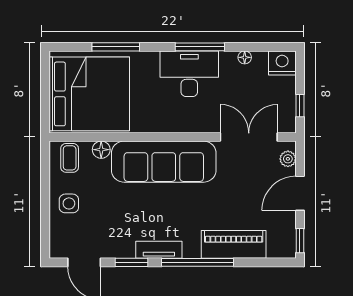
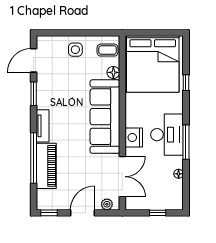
window: (116, 47) -> (186, 83), width x0.46
nightstand: (282, 63) -> (134, 137), moved, turned 180
window: (300, 106) -> (158, 213), moved
door: (300, 193) -> (83, 213), hinge flipped
tv unit: (159, 250) -> (43, 126), moved
window: (197, 262) -> (34, 158), moved

